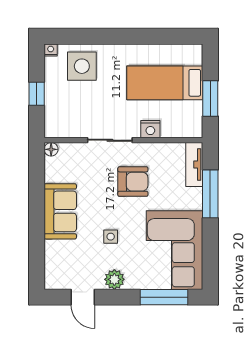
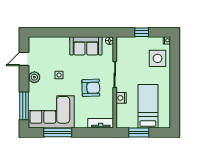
armchair: (133, 182) -> (91, 88), turned -92
window: (210, 194) -> (58, 133), moved
sofa: (60, 211) -> (86, 46), moved

